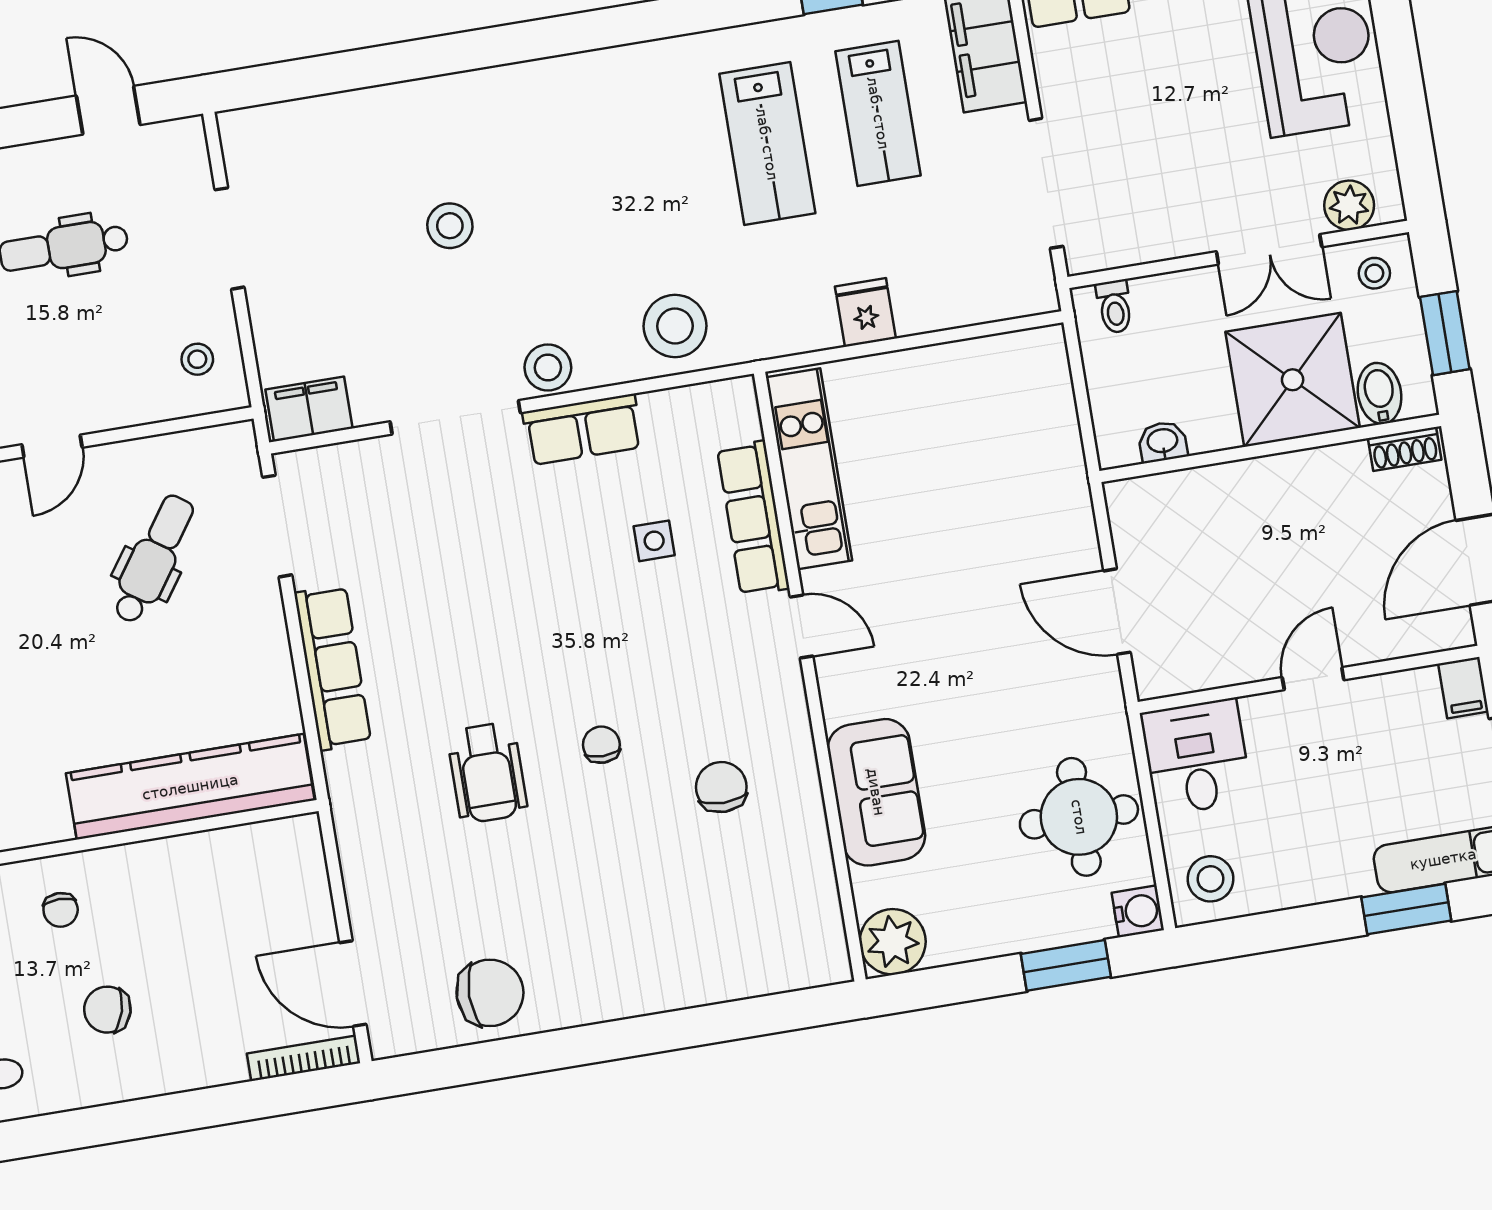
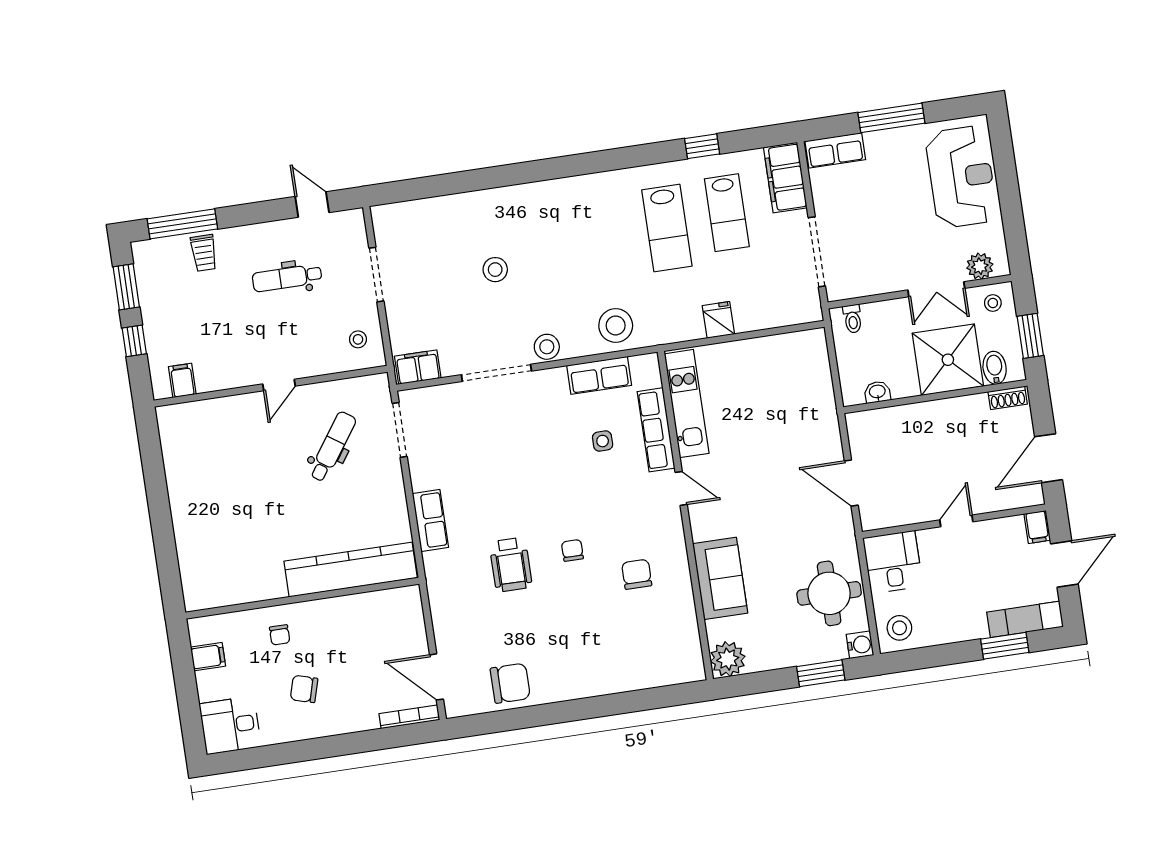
row of seats: (583, 430) -> (599, 375), moved
row of seats: (333, 668) -> (430, 521), width x0.68

